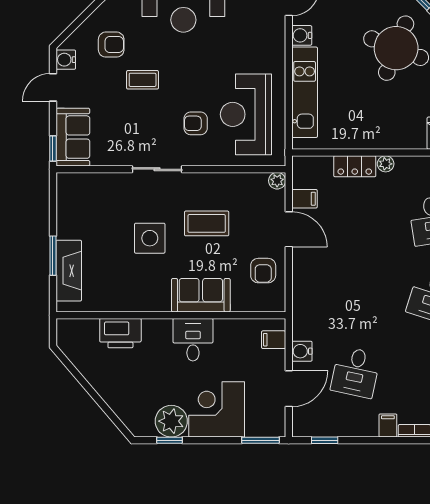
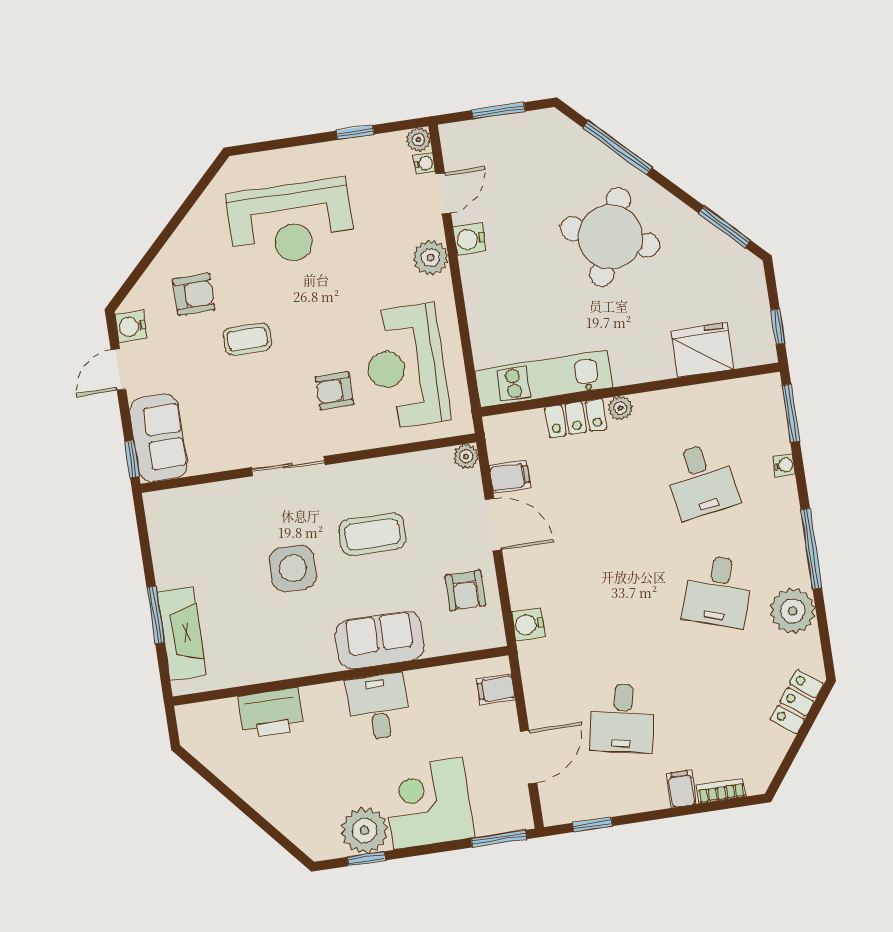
plant: (274, 44) -> (431, 258), added
kitchen unit: (305, 92) -> (544, 379), moved, turned -90
water cooler: (302, 351) -> (528, 624), moved

